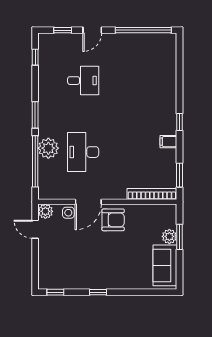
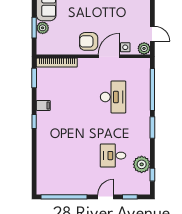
plant: (48, 148) -> (142, 164), moved

